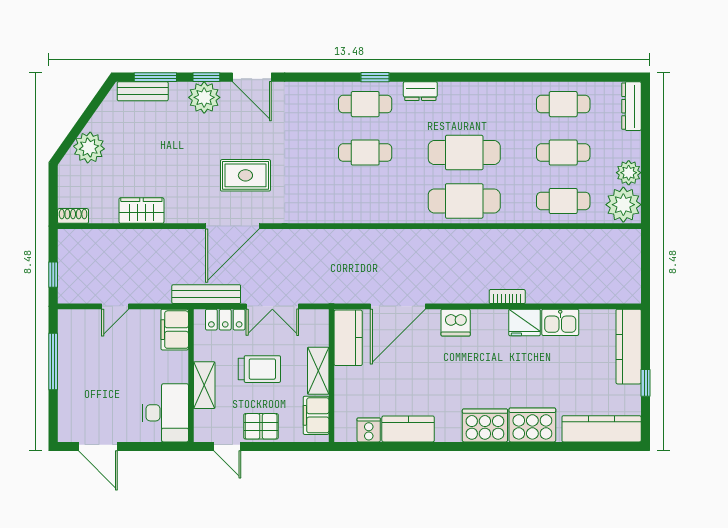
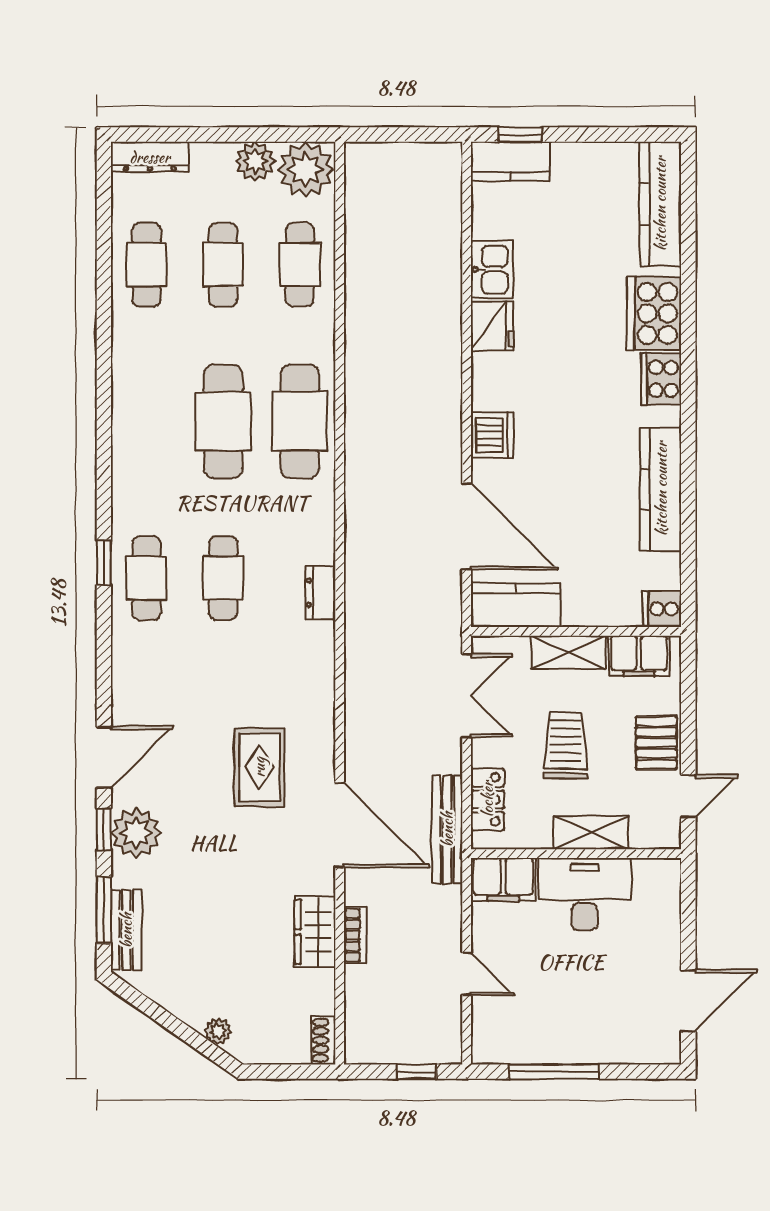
dresser: (420, 91) -> (320, 593), moved, turned 180
plant: (89, 148) -> (218, 1031), width x0.53, depth x0.53
door: (232, 226) -> (340, 825), moved
bookcase: (507, 297) -> (355, 935), moved, turned 180
double door: (272, 306) -> (467, 696), moved
kitchen counter: (629, 347) -> (510, 161), width x0.67
window: (646, 383) -> (520, 134), moved
desk: (165, 413) -> (585, 894), moved
cooker: (485, 425) -> (661, 379), width x0.73, depth x0.76
kitchen counter: (408, 429) -> (661, 489), width x1.50
cooker: (369, 430) -> (662, 609), moved

